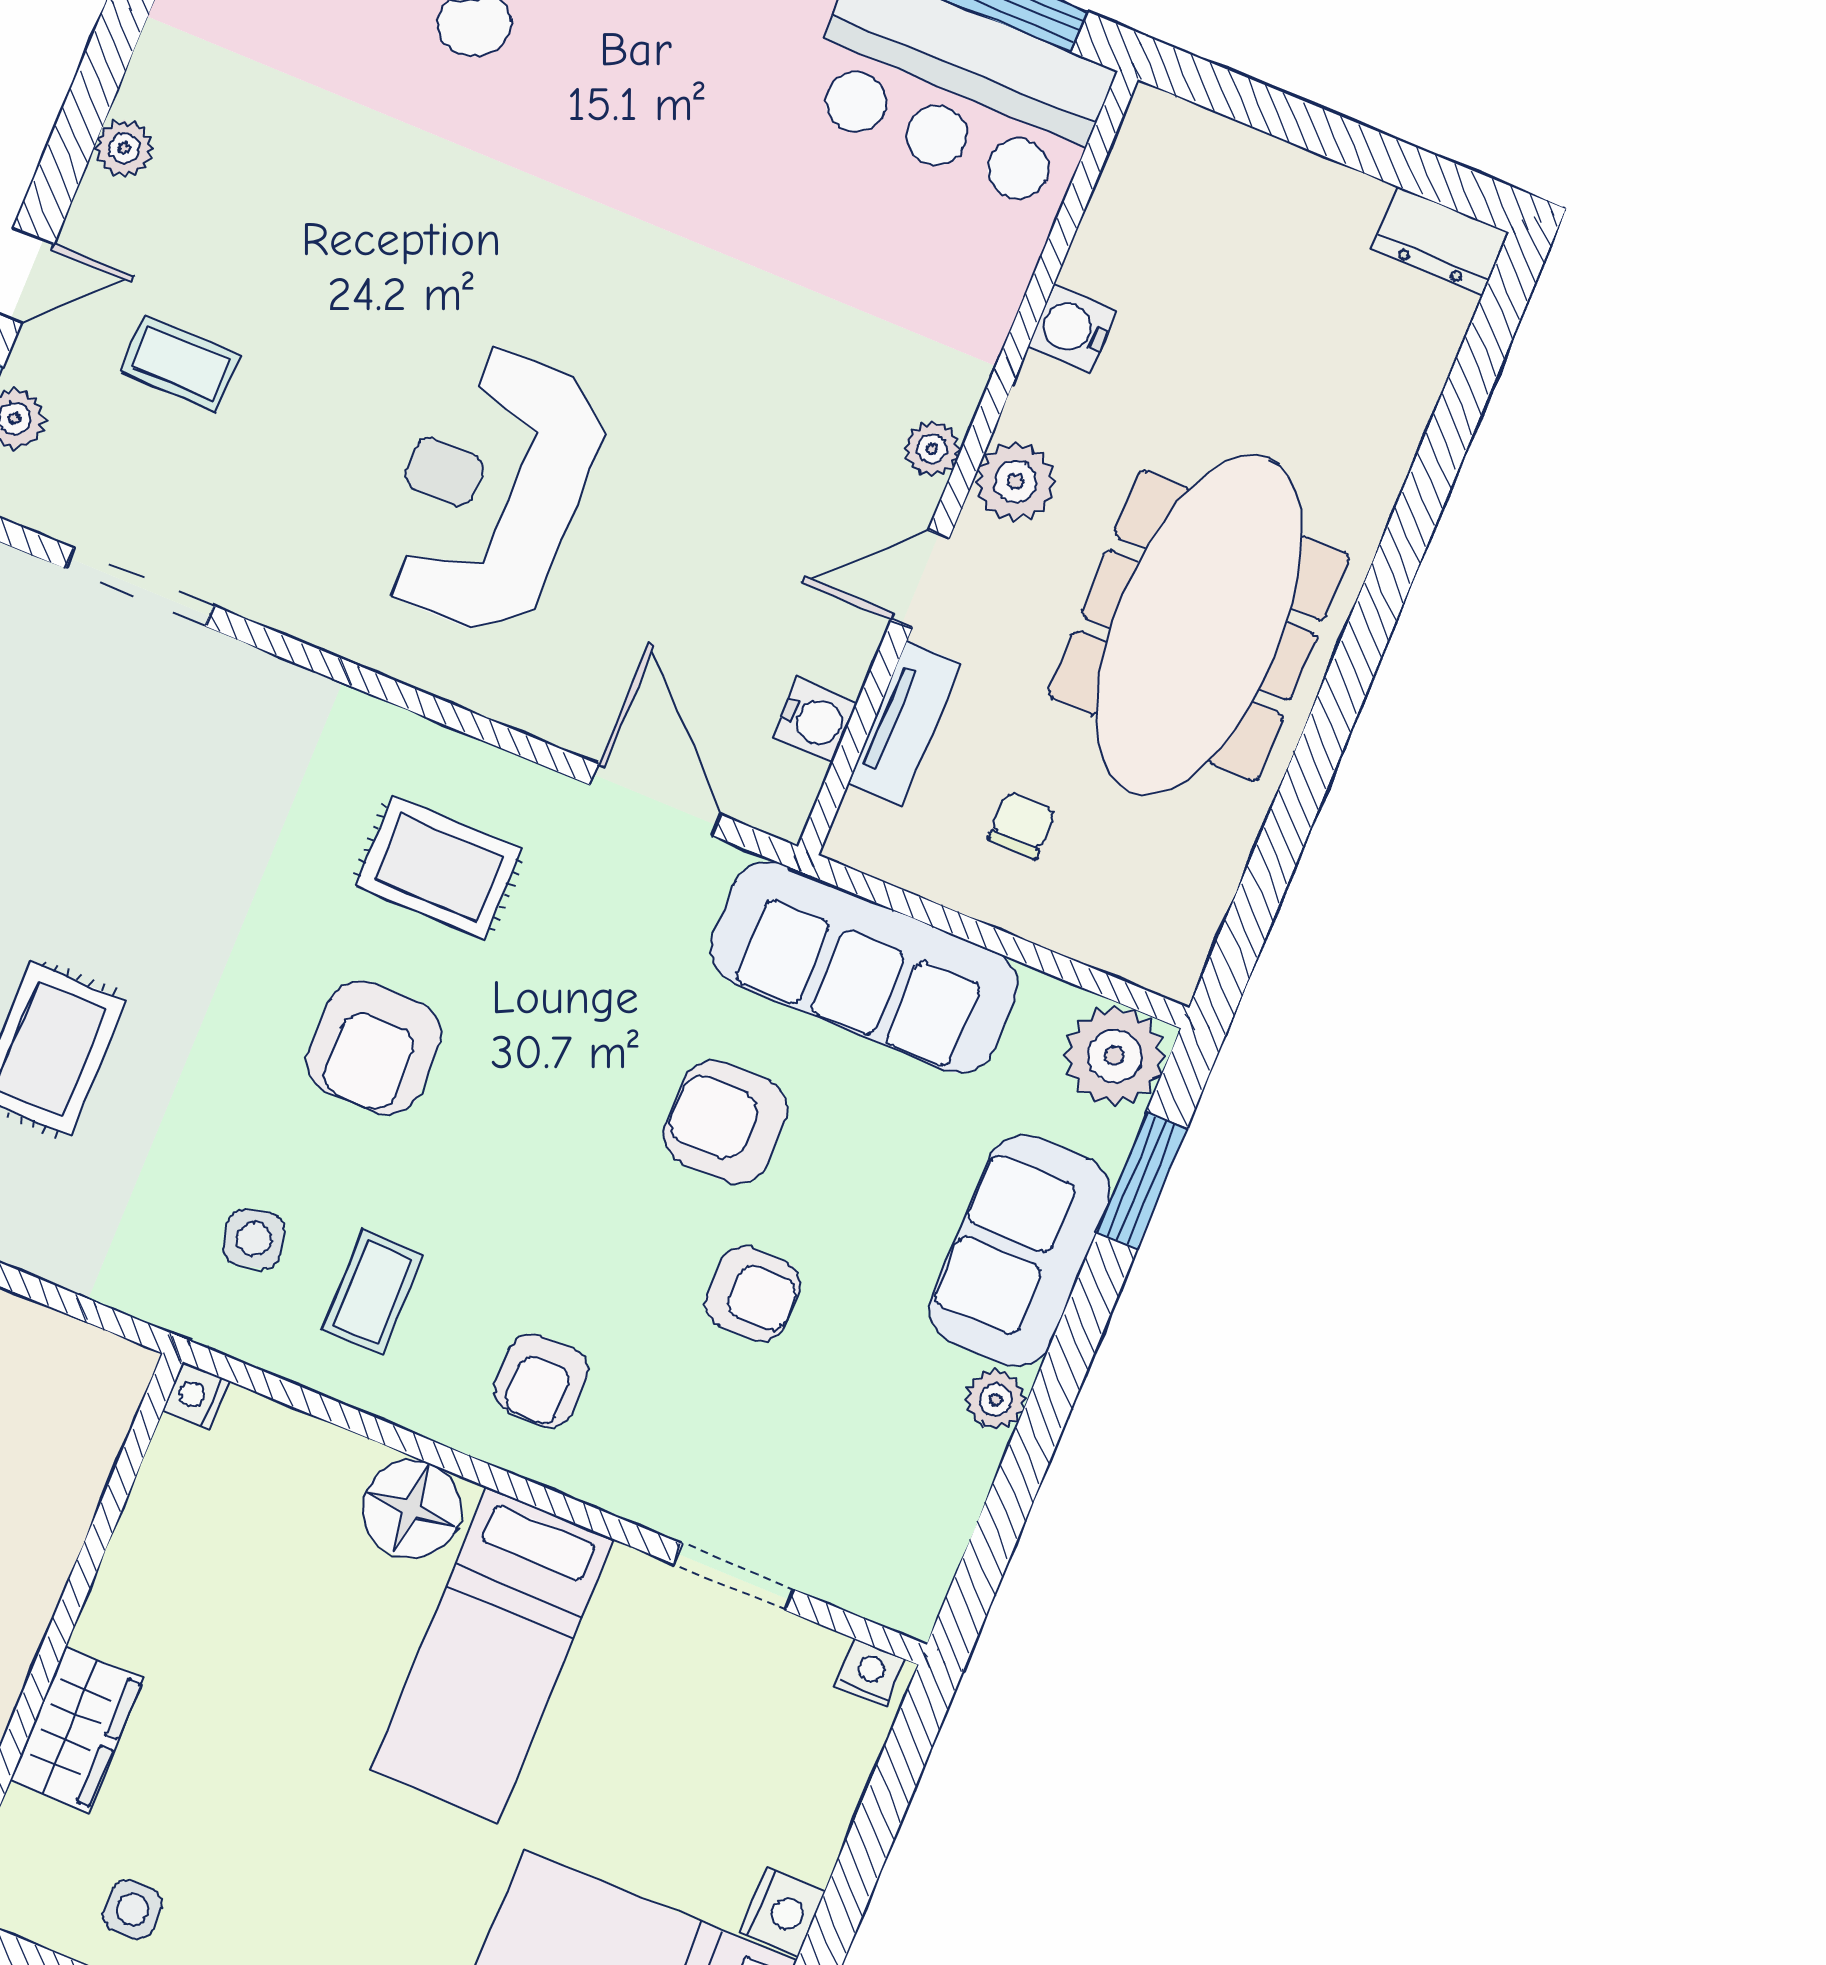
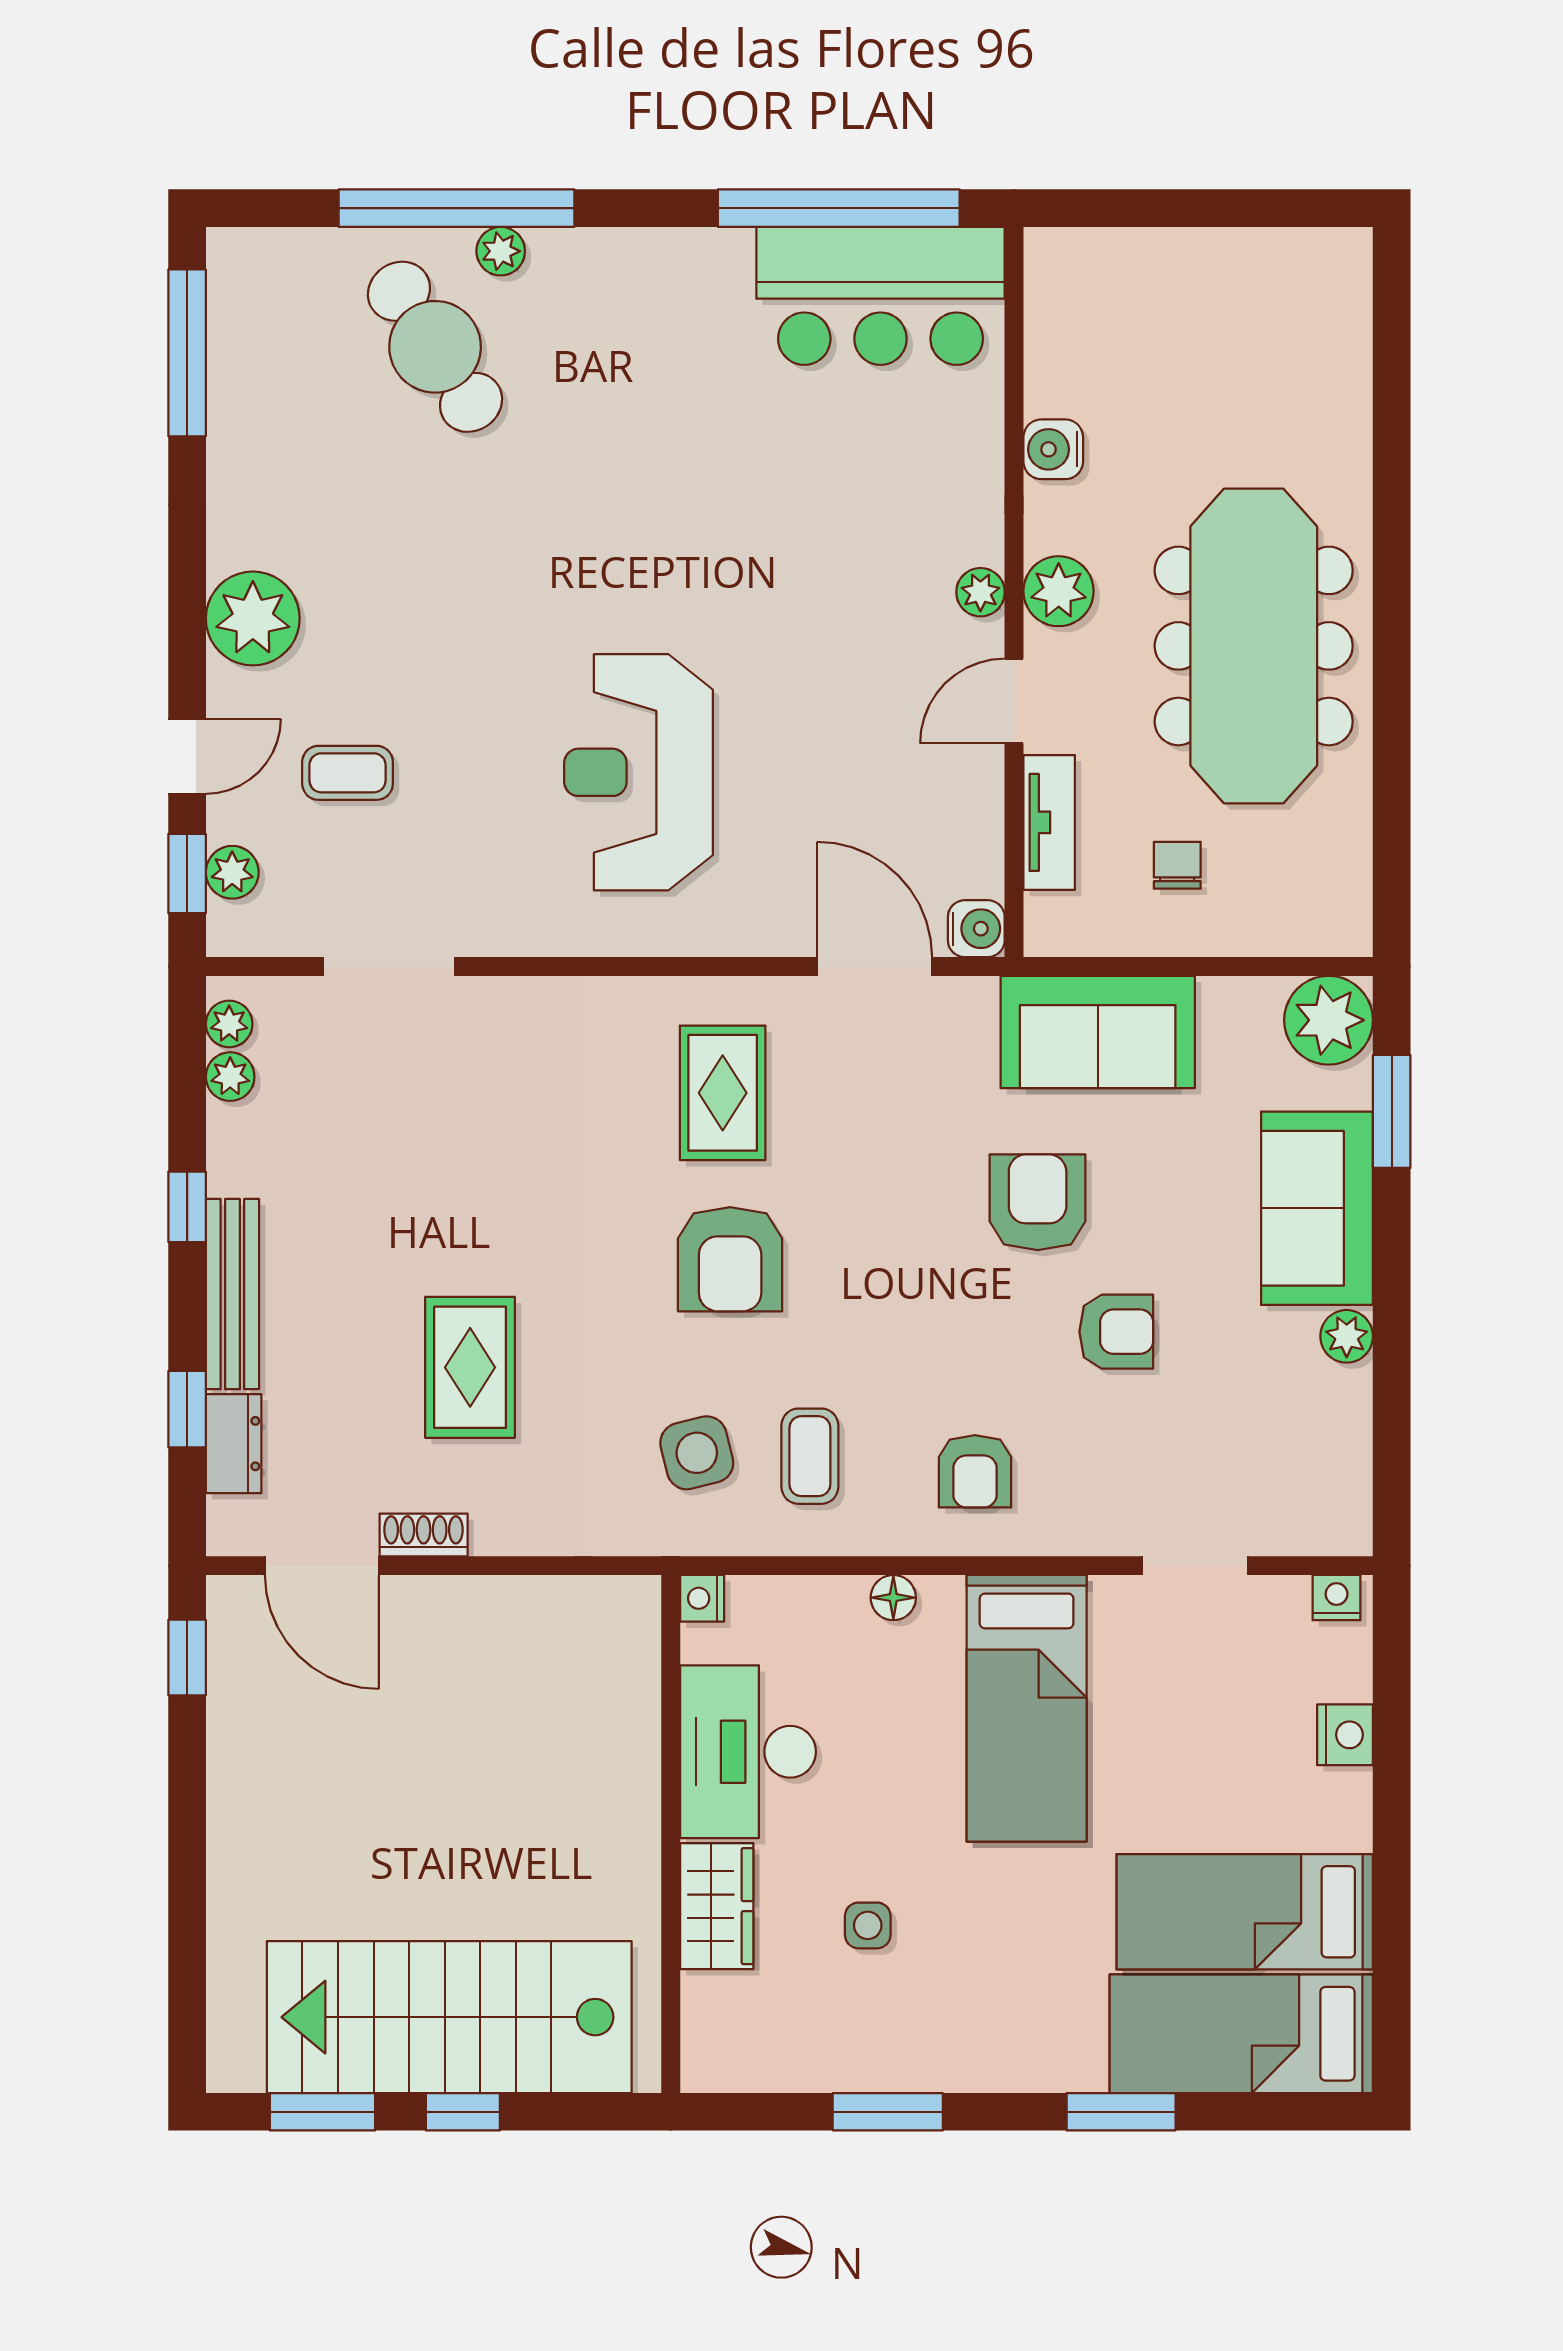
plant: (124, 148) -> (253, 618), width x1.88, depth x1.88
dresser: (1440, 241) -> (1320, 257), removed
water cooler: (815, 720) -> (976, 929), moved
rug: (439, 868) -> (723, 1093), turned 90
sofa: (864, 967) -> (1098, 1032), width x0.73
armchair: (726, 1122) -> (1038, 1202), turned 90
side table: (254, 1239) -> (697, 1453), width x1.37, depth x1.37
floor lamp: (412, 1509) -> (893, 1598), width x0.53, depth x0.53
desk: (177, 1579) -> (748, 1752), added
side table: (132, 1910) -> (868, 1925), moved
nightstand: (782, 1912) -> (1345, 1735), moved

